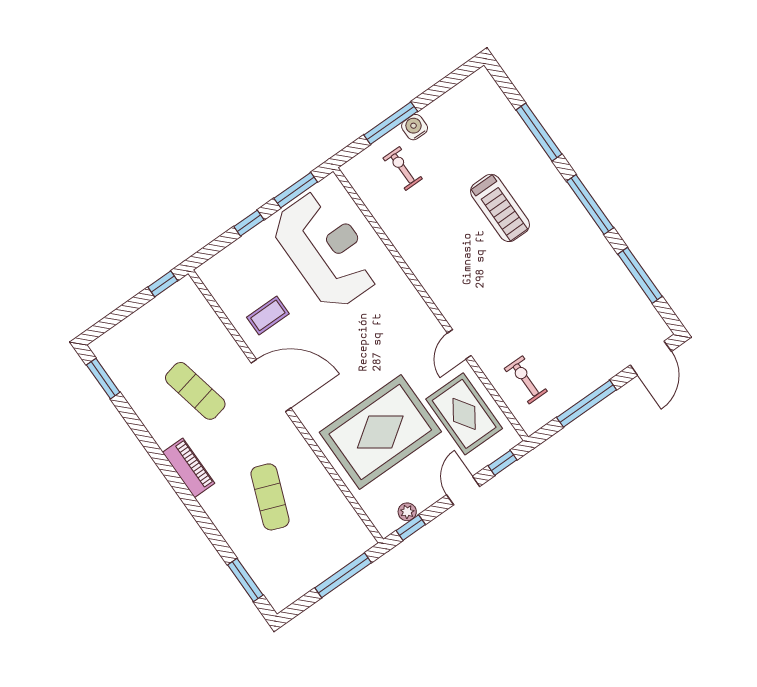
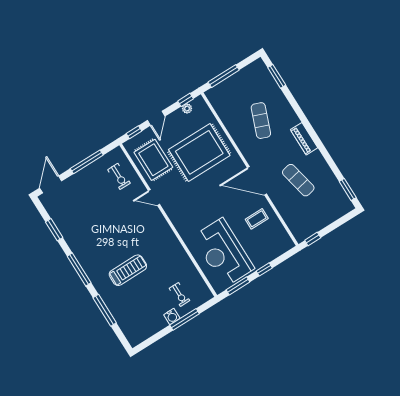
treadmill: (500, 208) -> (128, 270), turned 90
window: (640, 275) -> (54, 230), width x0.69
door: (459, 344) -> (154, 198), swing flipped

